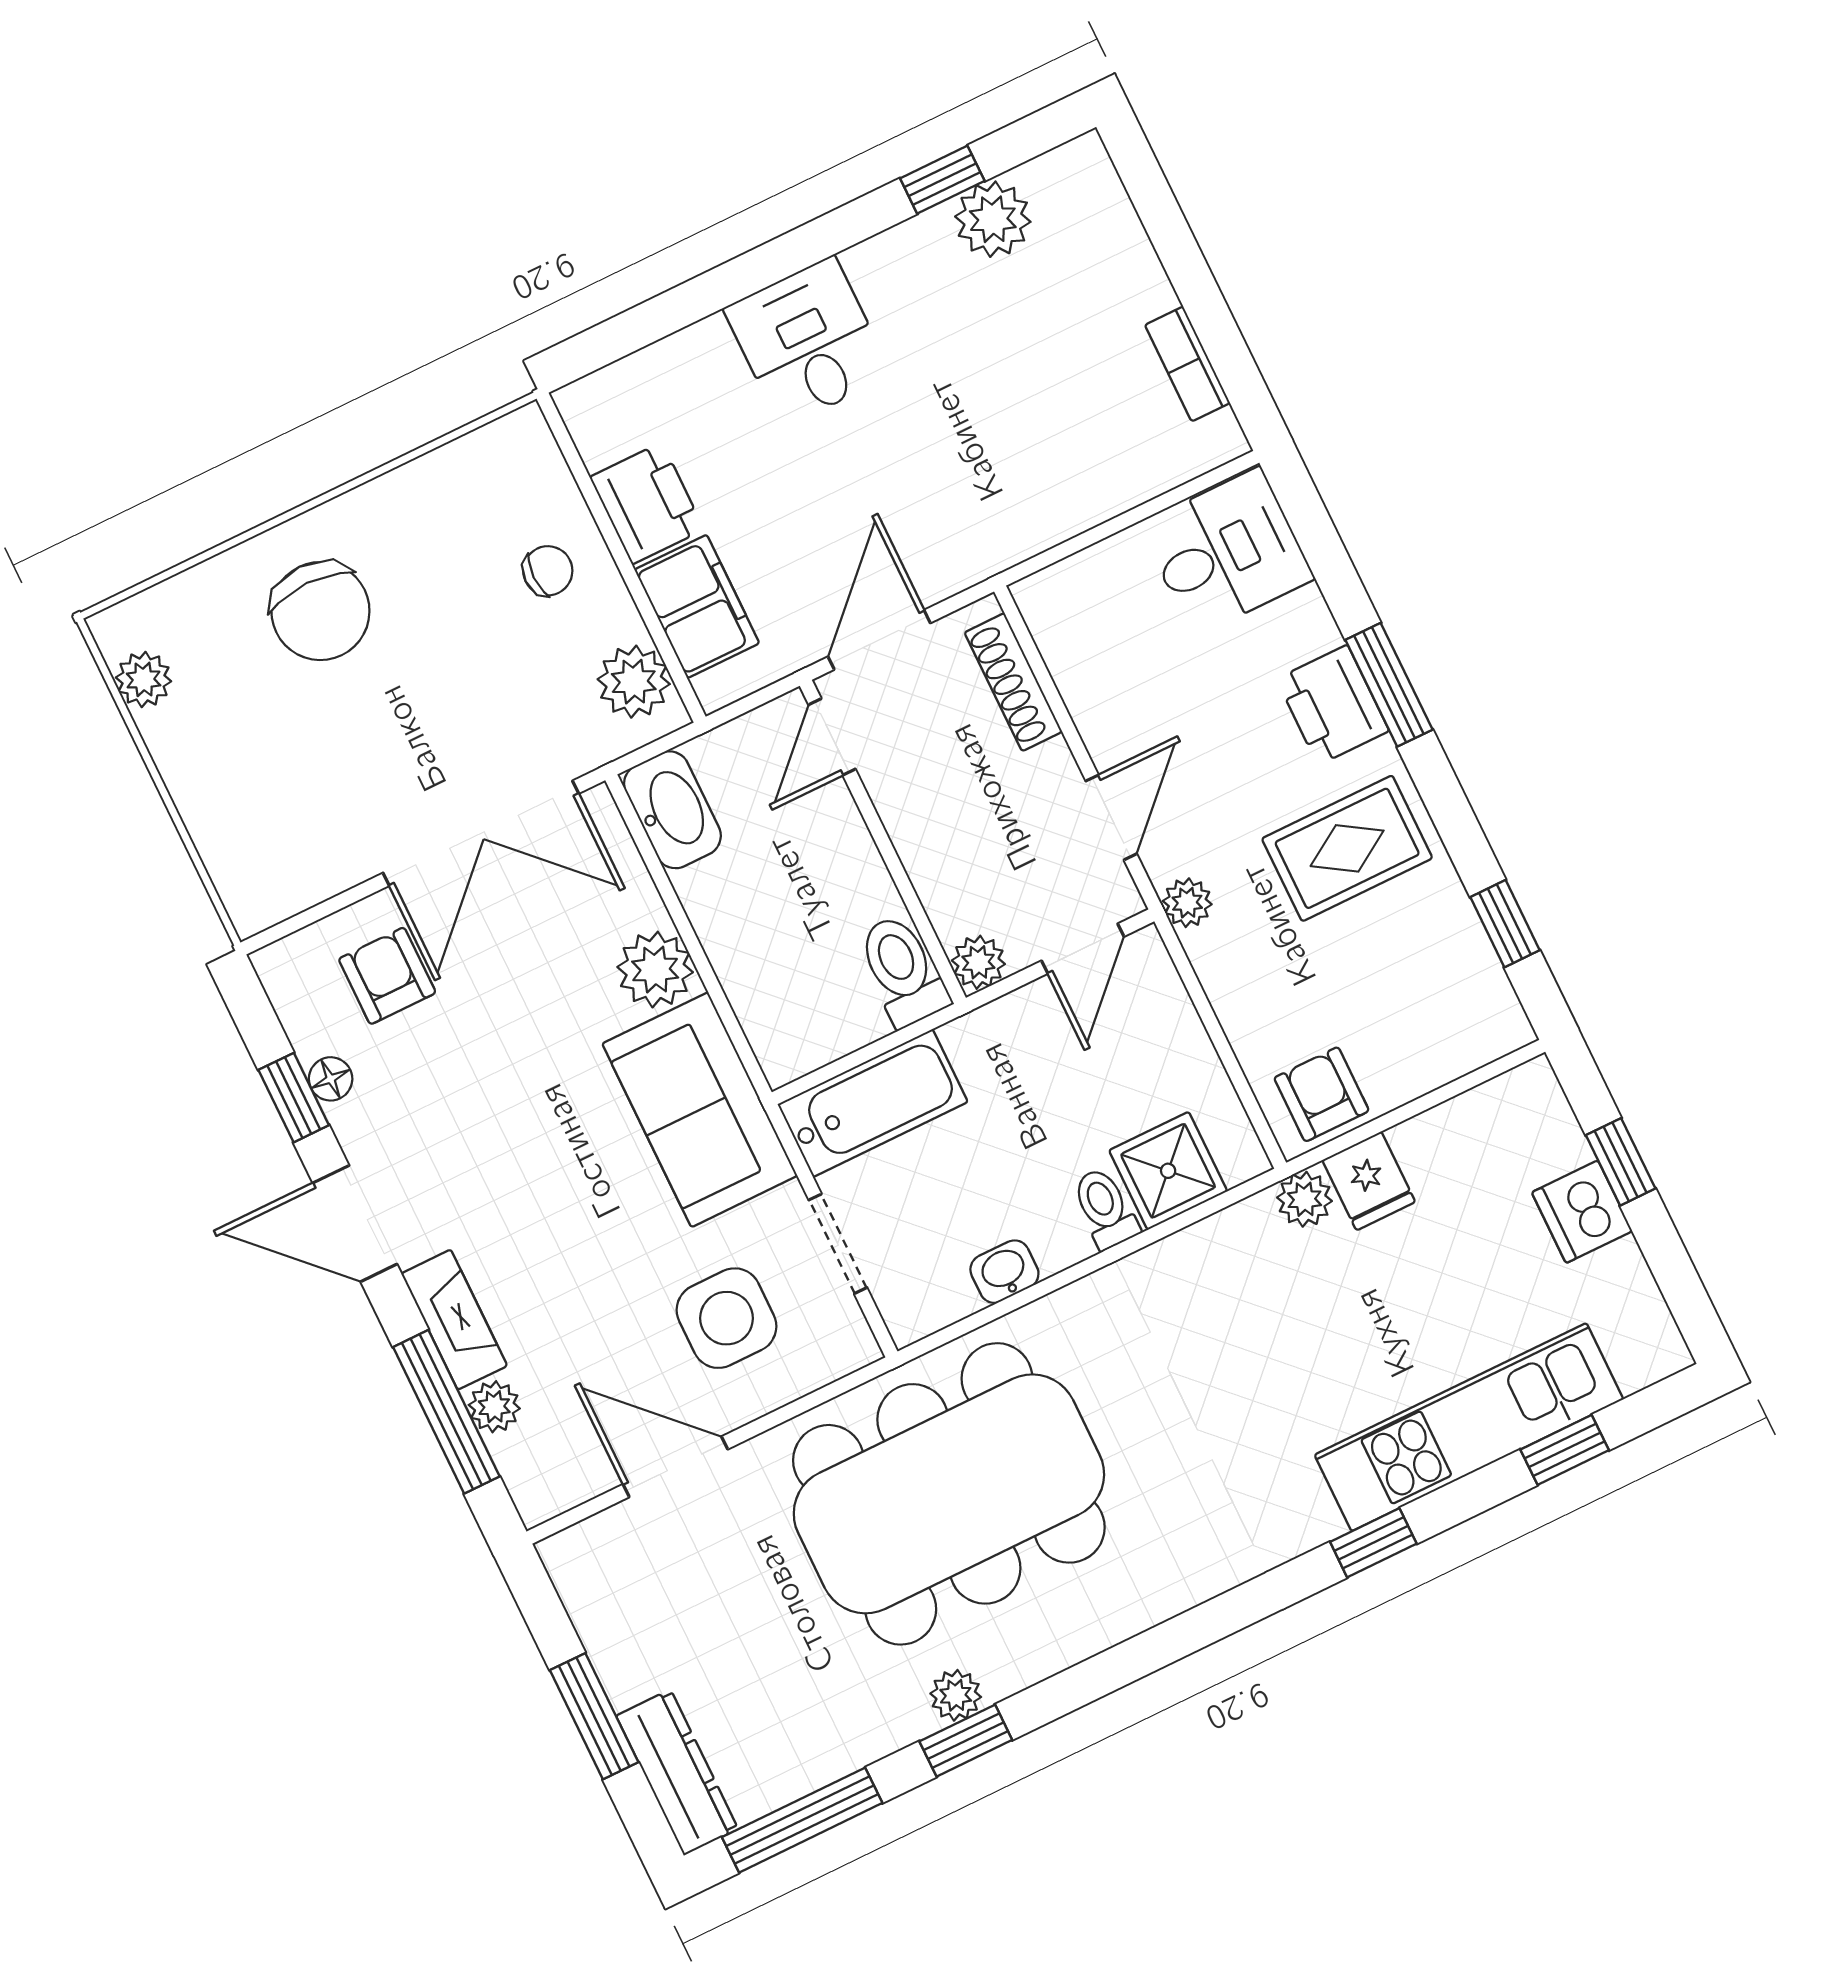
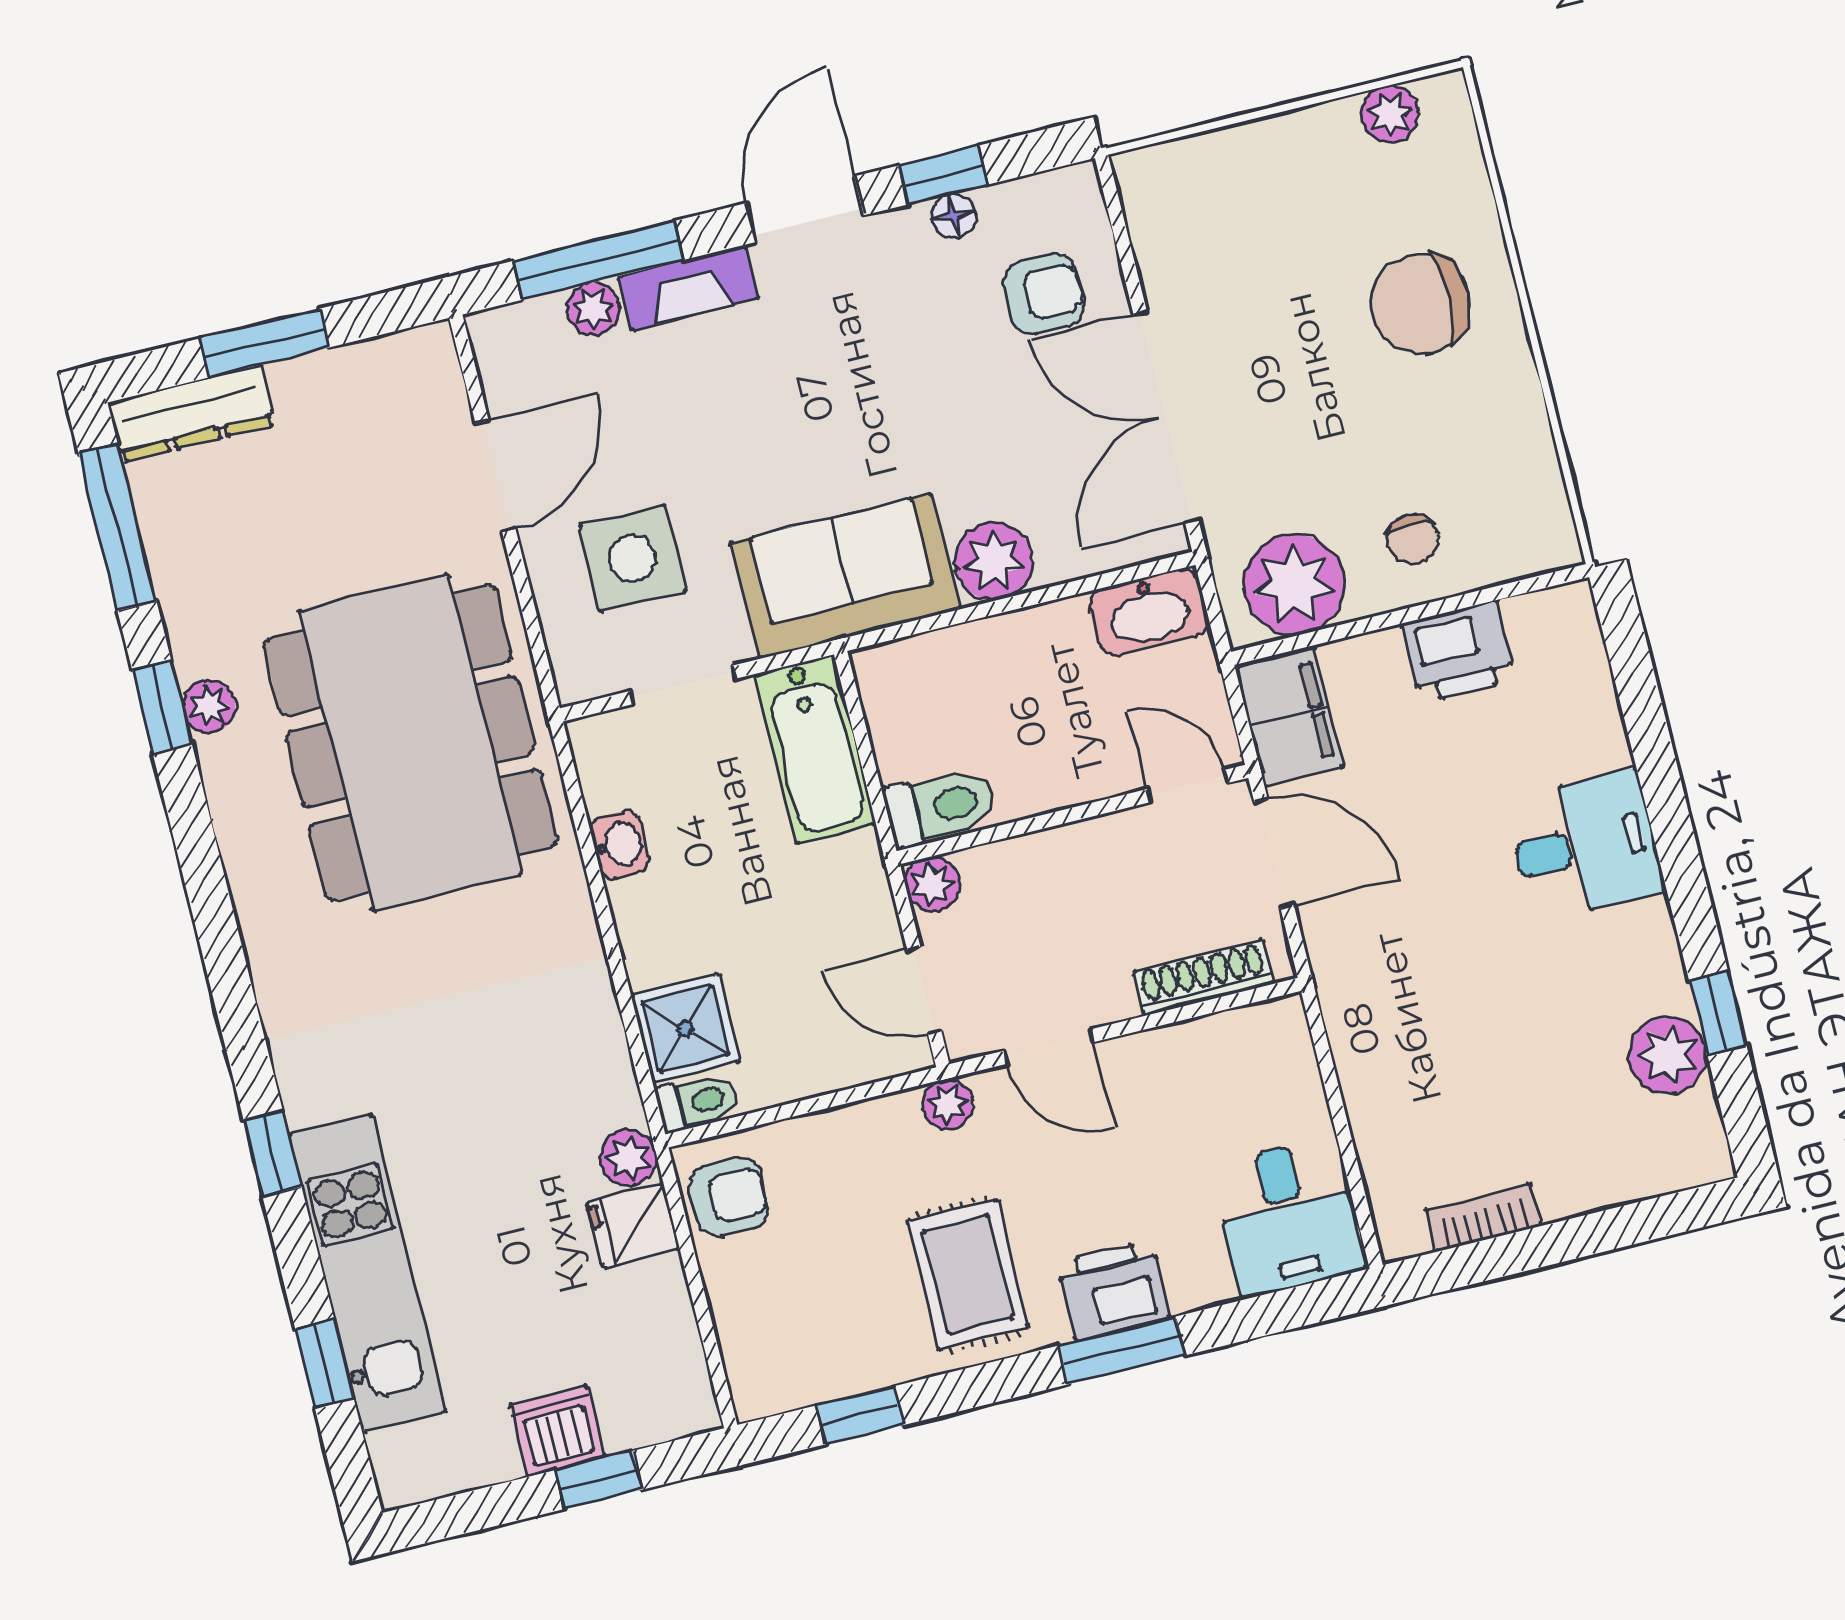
filing cabinet: (697, 606) -> (1289, 717), moved, turned -90
plant: (634, 682) -> (1294, 584), width x1.36, depth x1.36
toilet: (1105, 1208) -> (697, 1102), moved

